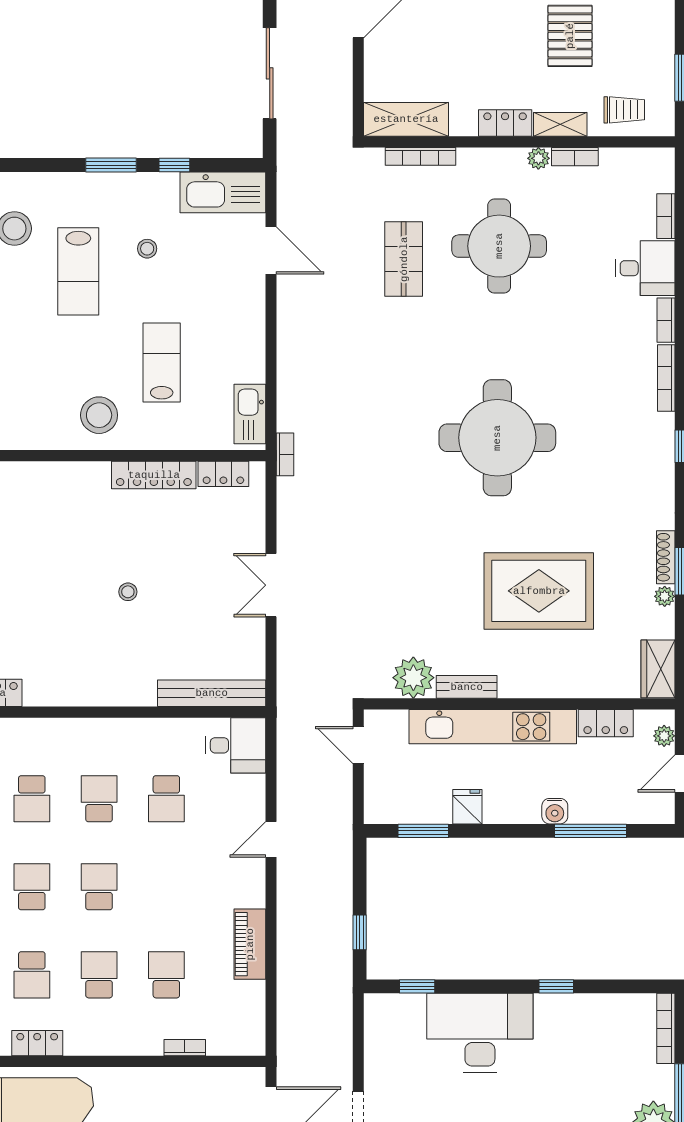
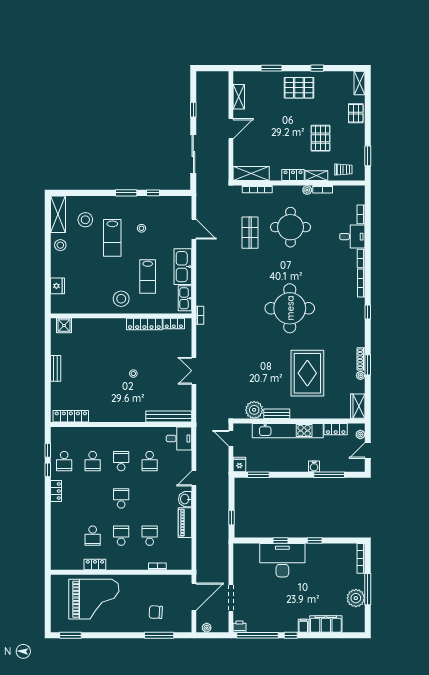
kitchen sink: (223, 192) -> (183, 267), moved, turned 90
lab bench: (162, 363) -> (148, 277), turned 180
rug: (539, 591) -> (307, 373), turned 90
fridge: (467, 807) -> (239, 464), moved
school desk: (32, 887) -> (93, 498), removed
washbasin: (250, 888) -> (185, 499), added
window: (417, 986) -> (280, 541), moved

